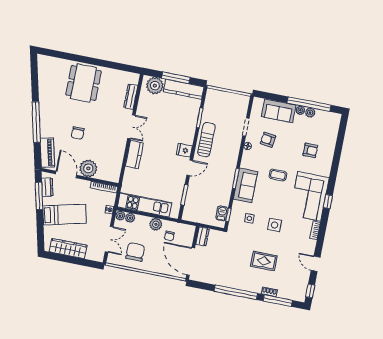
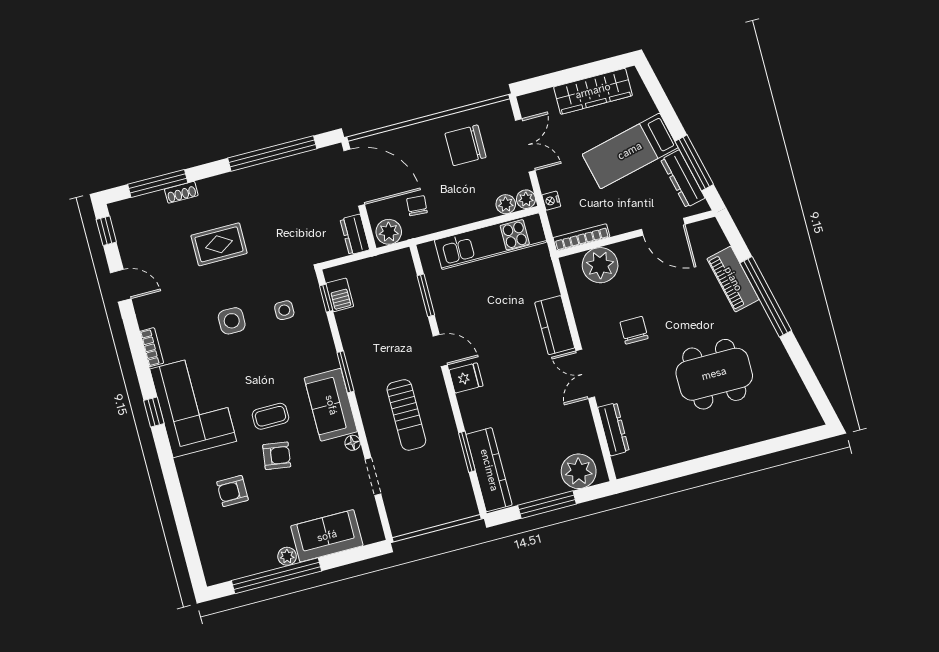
dining table: (83, 83) -> (714, 374), moved, turned 90
kitchen counter: (184, 89) -> (489, 470), moved, turned 90
plant: (310, 113) -> (267, 561), removed
chair: (78, 133) -> (634, 330), moved
sun lounger: (206, 140) -> (406, 415), moved
armchair: (268, 140) -> (277, 456), moved
piano: (47, 153) -> (733, 279), moved
plant: (88, 168) -> (600, 265), moved
door: (190, 168) -> (440, 350), swing flipped
sofa: (245, 185) -> (331, 405), moved
dresser: (47, 187) -> (683, 179), width x1.44
plant: (156, 224) -> (389, 232), moved
double door: (109, 239) -> (525, 145), swing flipped
chair: (135, 252) -> (466, 145), turned 90
window: (236, 292) -> (272, 153), moved

